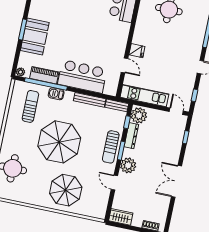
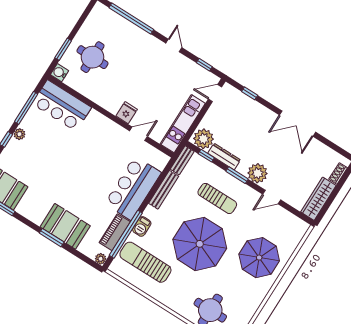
sun lounger: (30, 106) -> (145, 262), width x1.36, depth x1.34
sun lounger: (111, 147) -> (217, 198), moved
wardrobe: (121, 217) -> (318, 199), width x1.50

